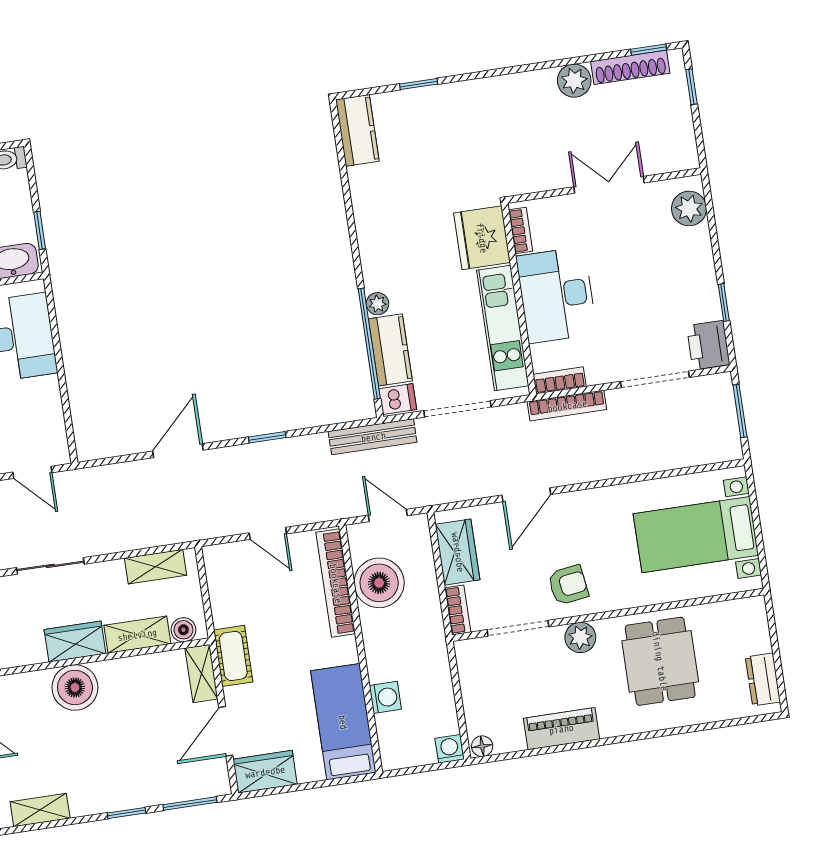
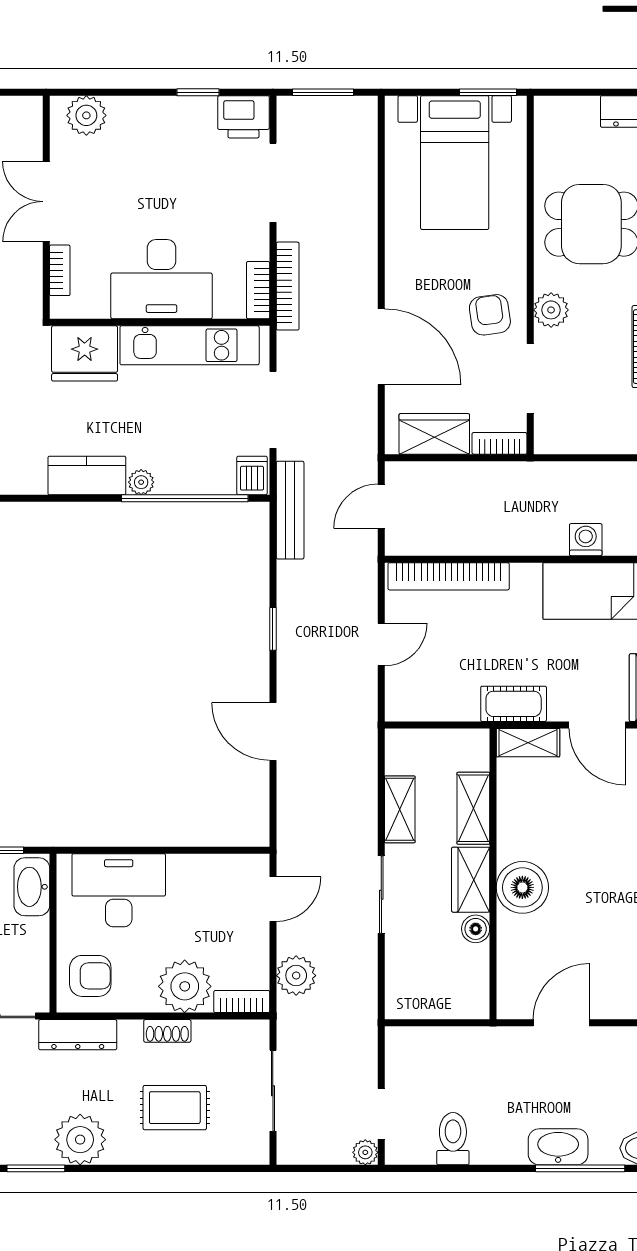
bookcase: (521, 230) -> (60, 270), moved, turned 90
kitchen counter: (390, 350) -> (87, 475), moved
door: (526, 495) -> (381, 347), width x1.36
window: (761, 554) -> (488, 92), added
shelving: (156, 567) -> (400, 809), moved
boiler: (379, 583) -> (456, 527), removed
boiler: (183, 630) -> (476, 929), moved

